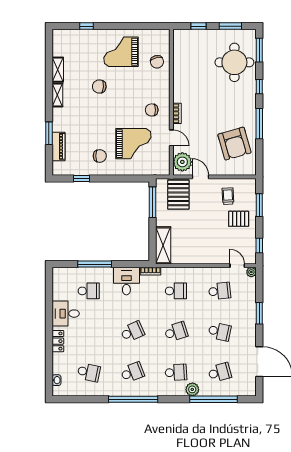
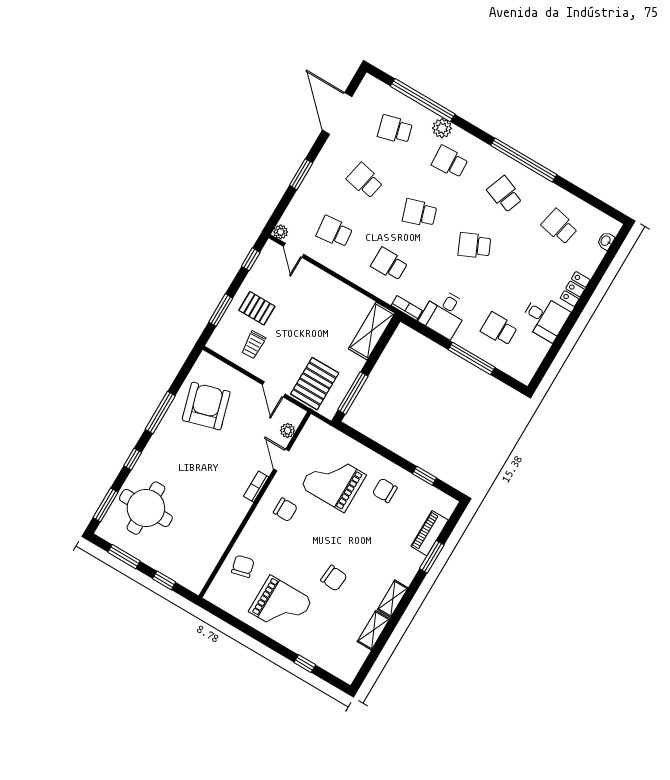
plant: (182, 162) -> (288, 430), width x0.53, depth x0.53
school desk: (132, 372) -> (505, 194), turned 42

